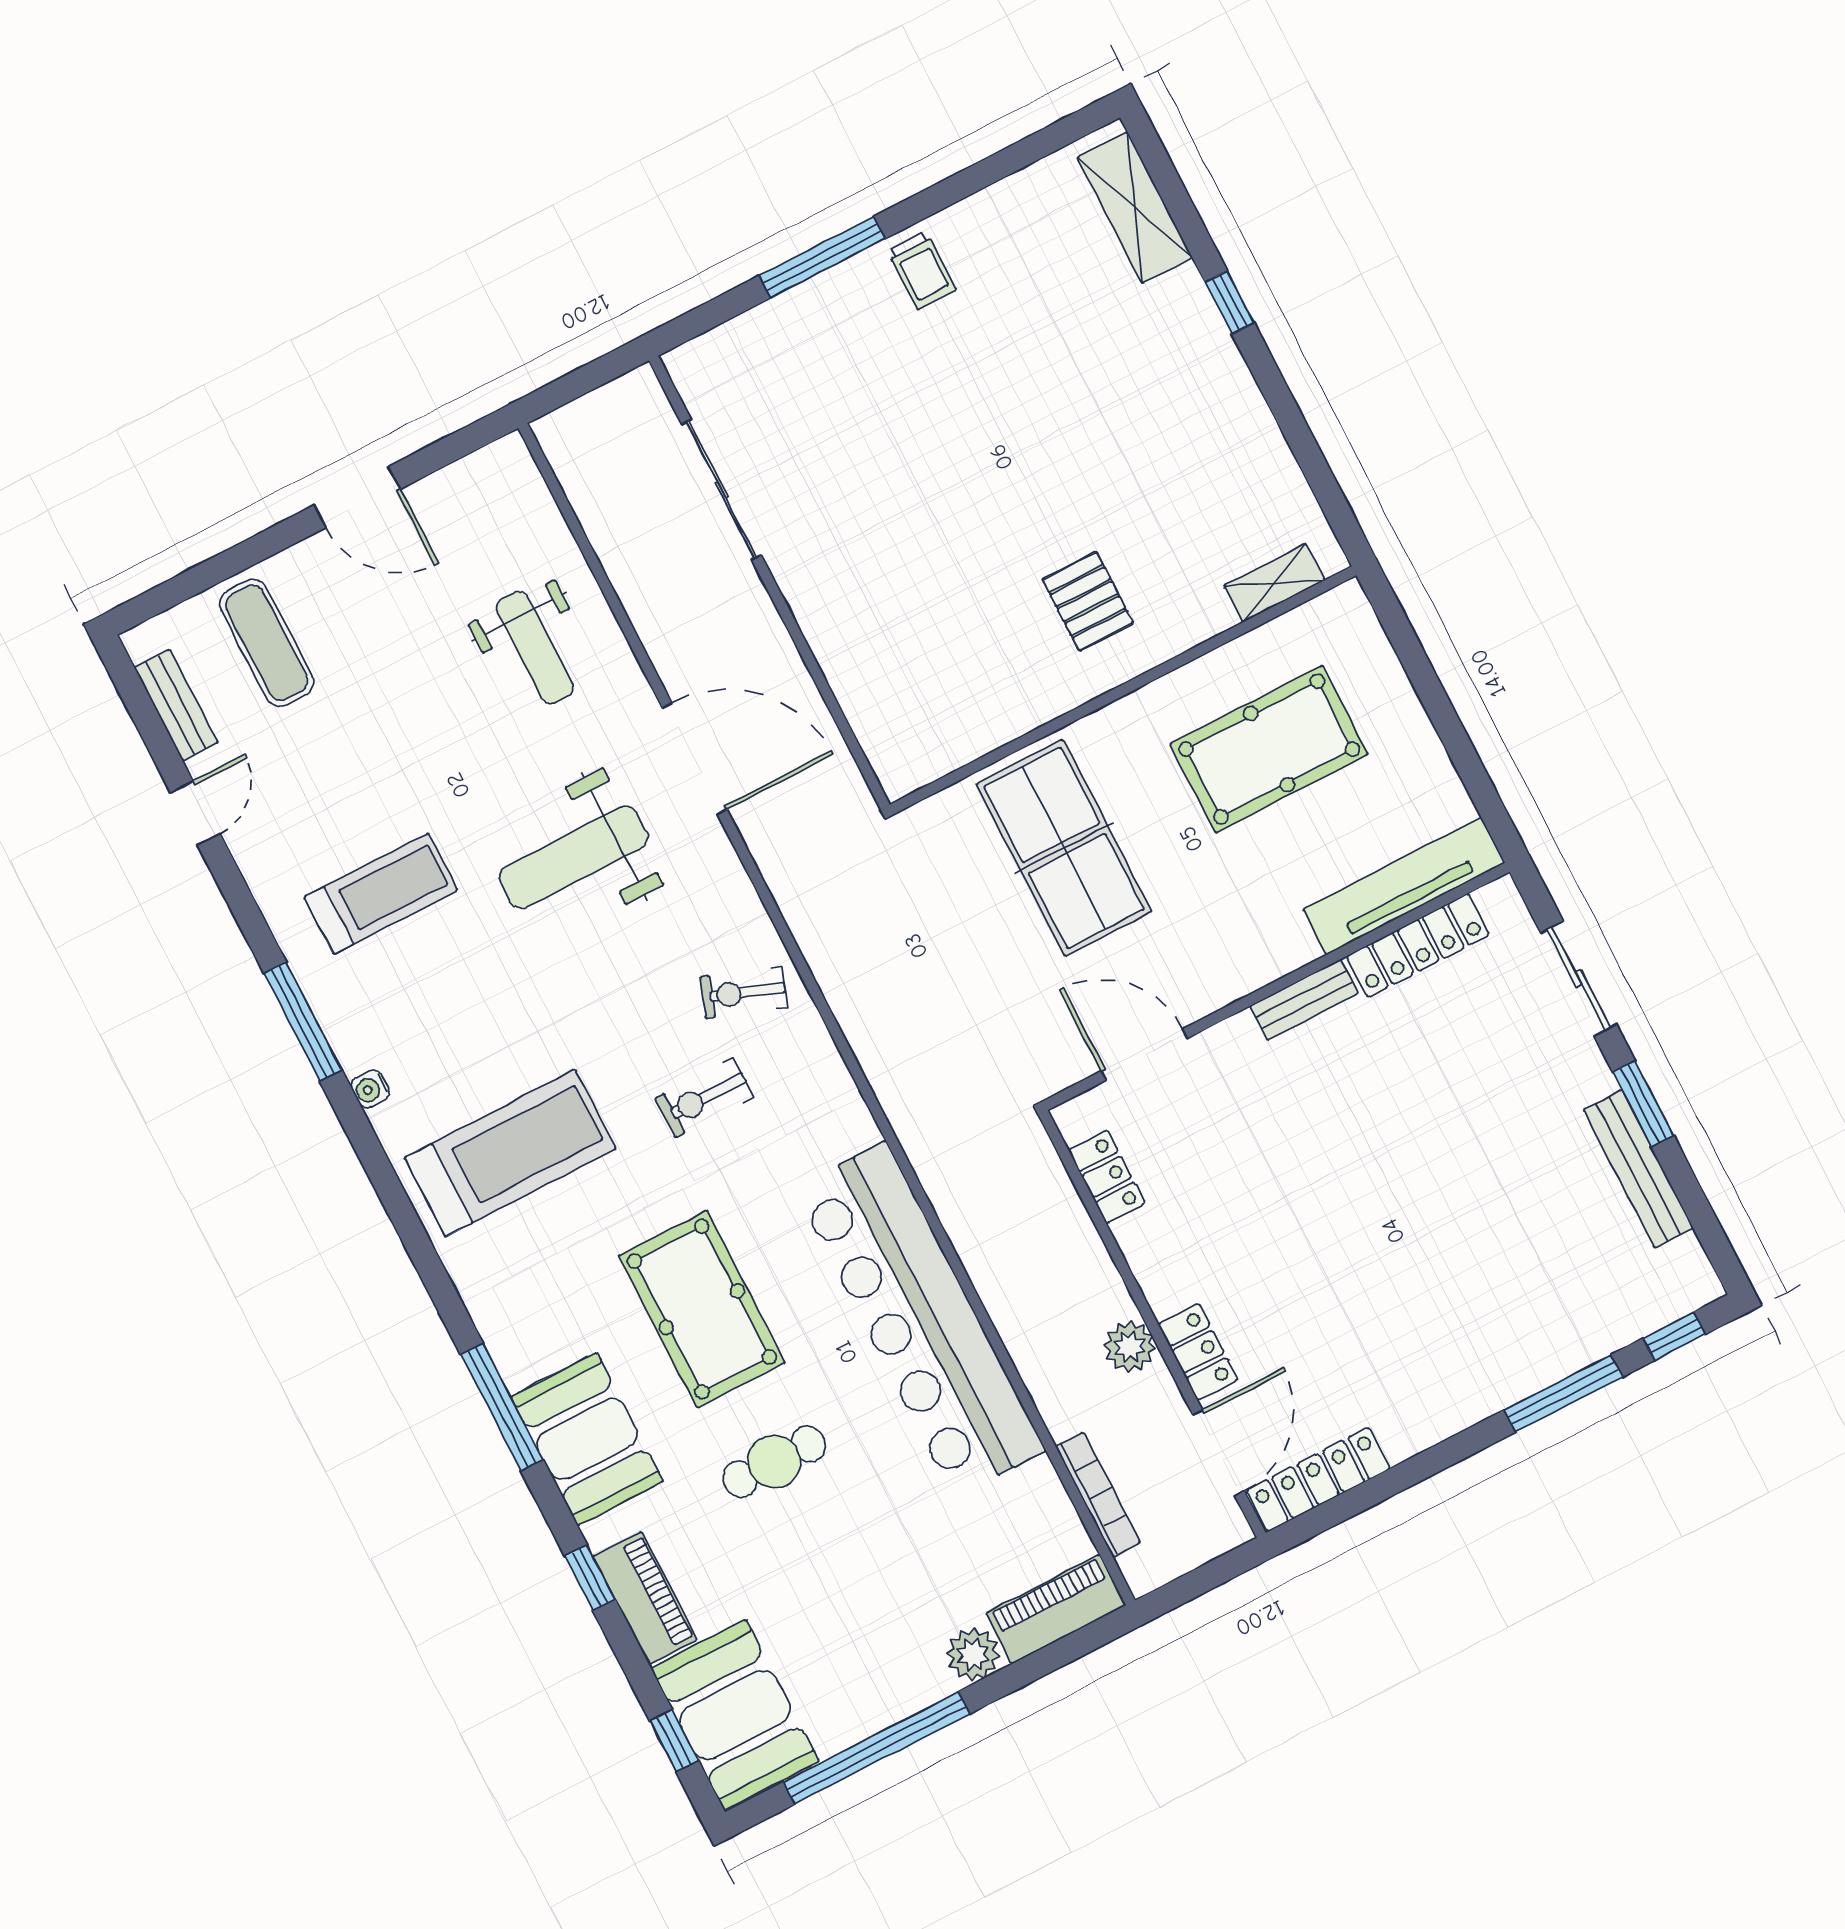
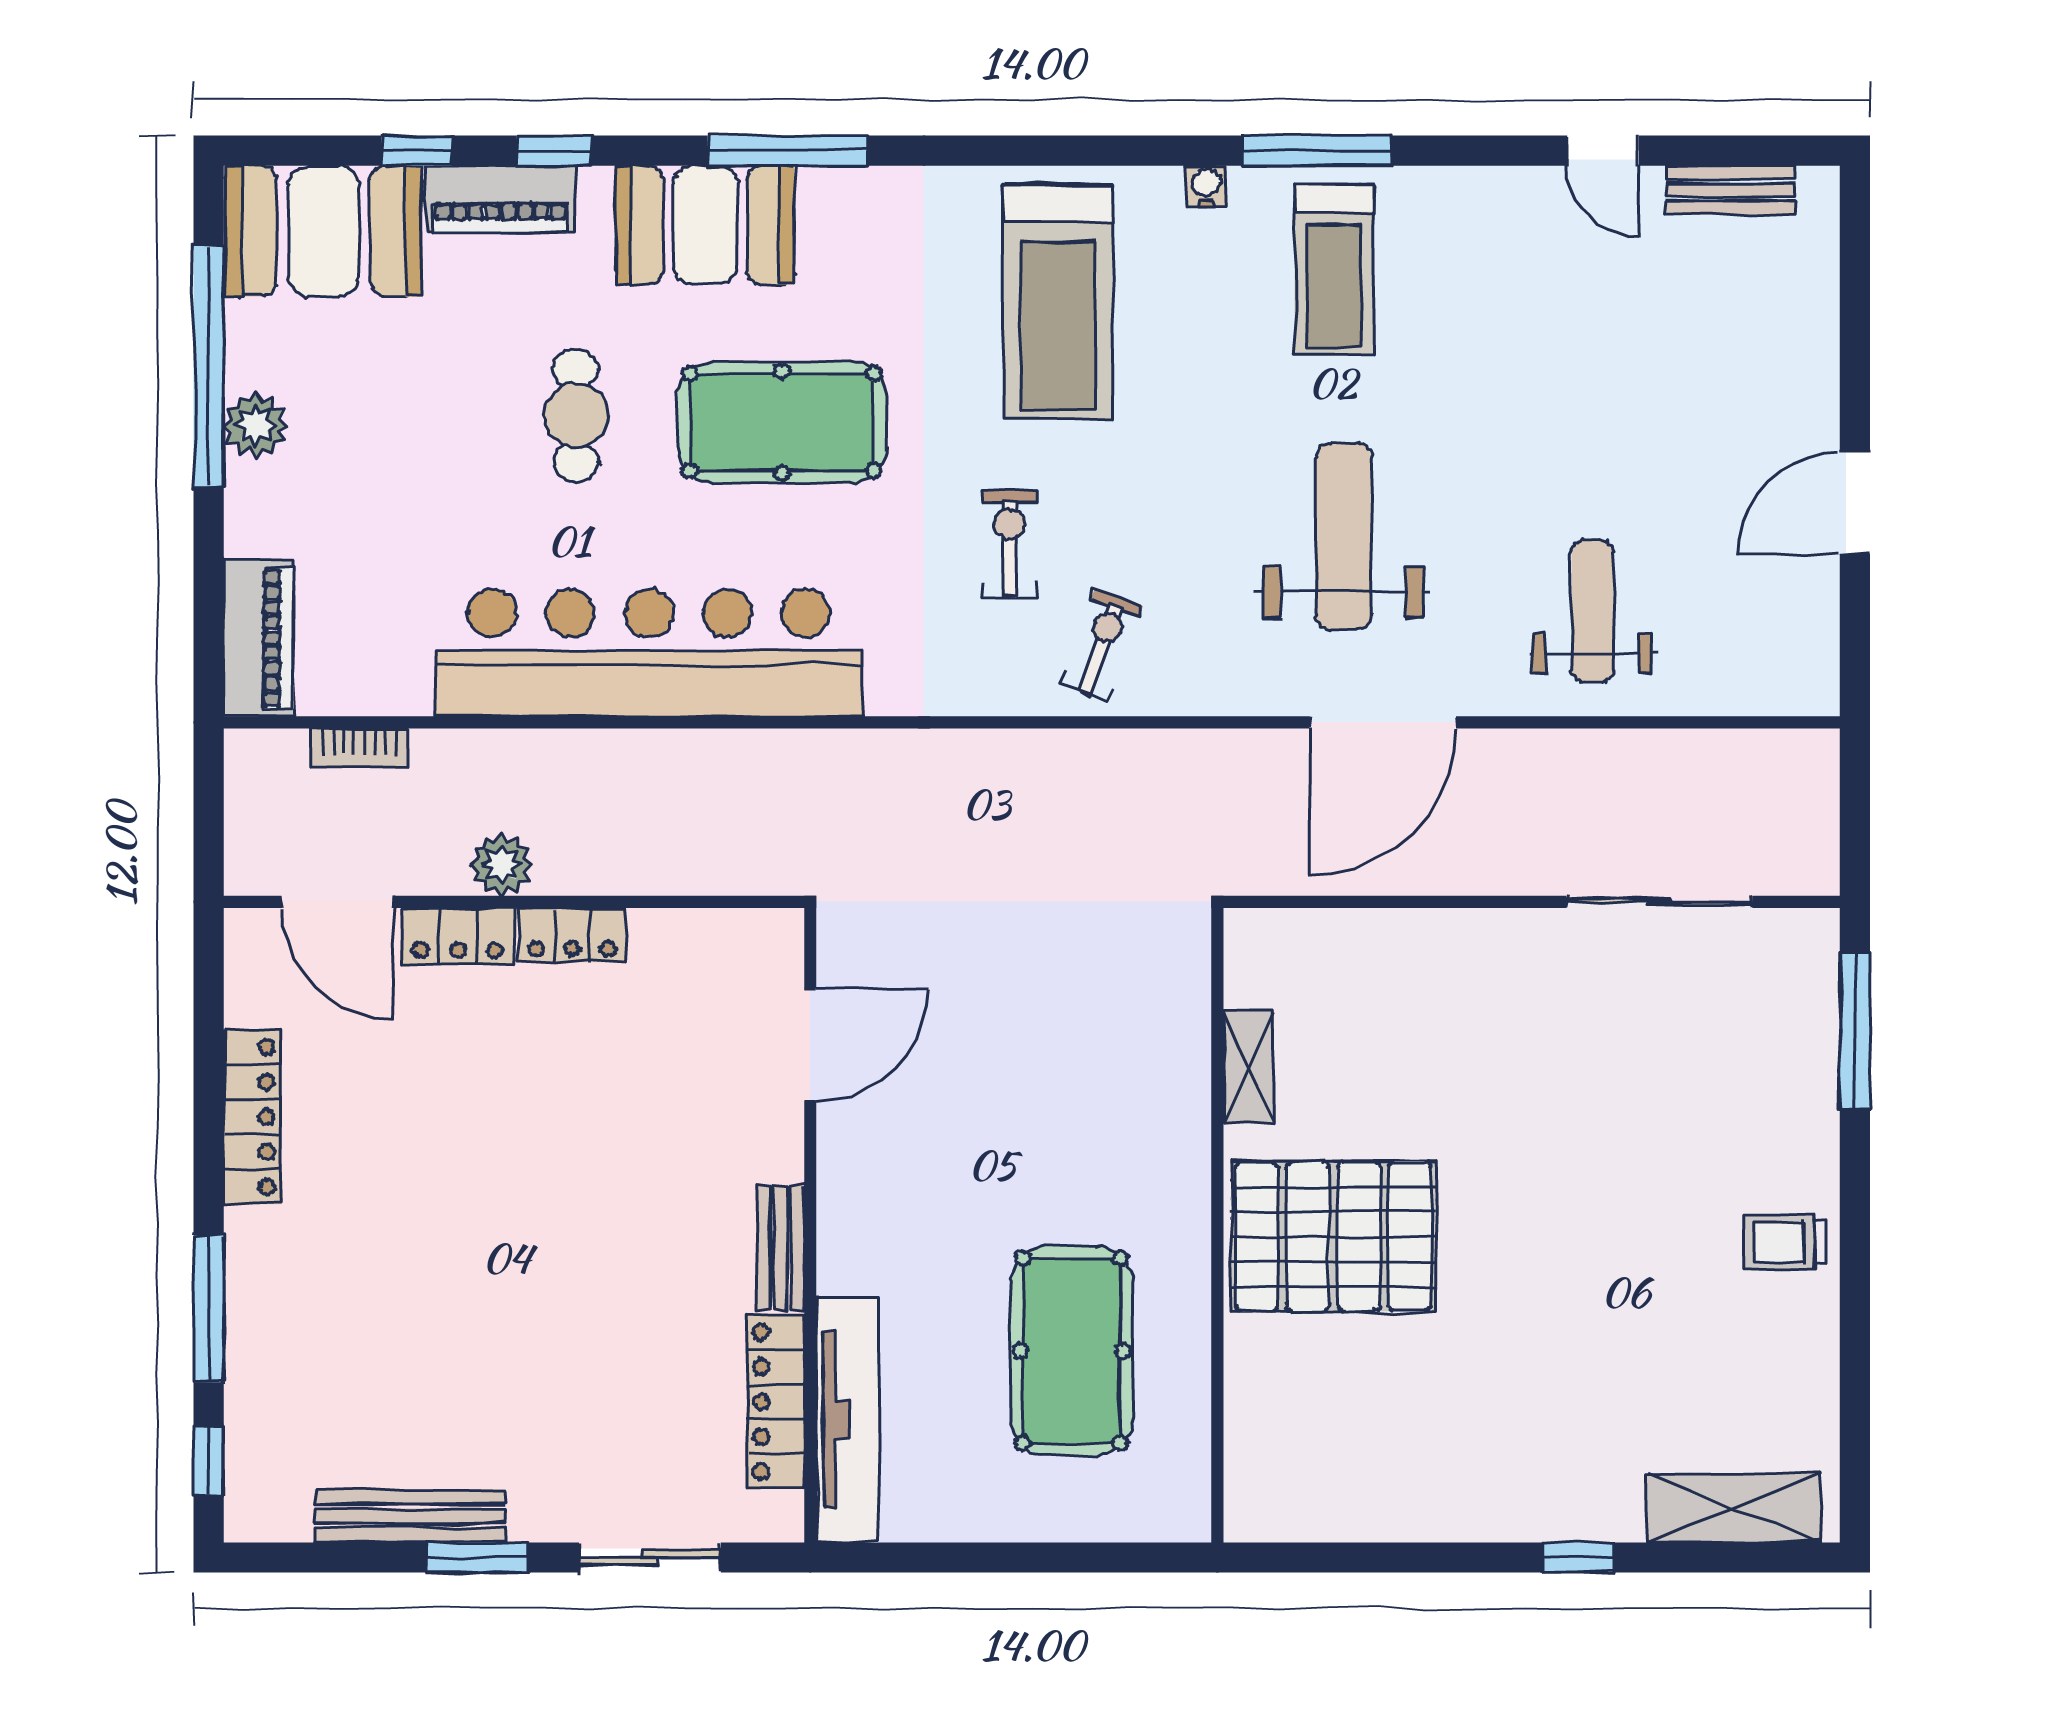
window: (822, 257) -> (1855, 1031), moved
shelving: (1274, 583) -> (1249, 1067), moved
pallet: (1088, 601) -> (1333, 1236), width x2.05, depth x2.00
exercise mat: (267, 643) -> (1748, 323), removed
weight bench: (535, 648) -> (1592, 611), turned 90
table tennis table: (1064, 848) -> (1079, 1073), removed
treadmill: (381, 894) -> (1334, 270), moved
locker: (1107, 1177) -> (572, 935), moved
locker: (1318, 1479) -> (252, 1117), moved
bookcase: (1098, 1494) -> (359, 748), width x0.64
plant: (973, 1655) -> (256, 426), moved
window: (674, 1741) -> (416, 151), moved

